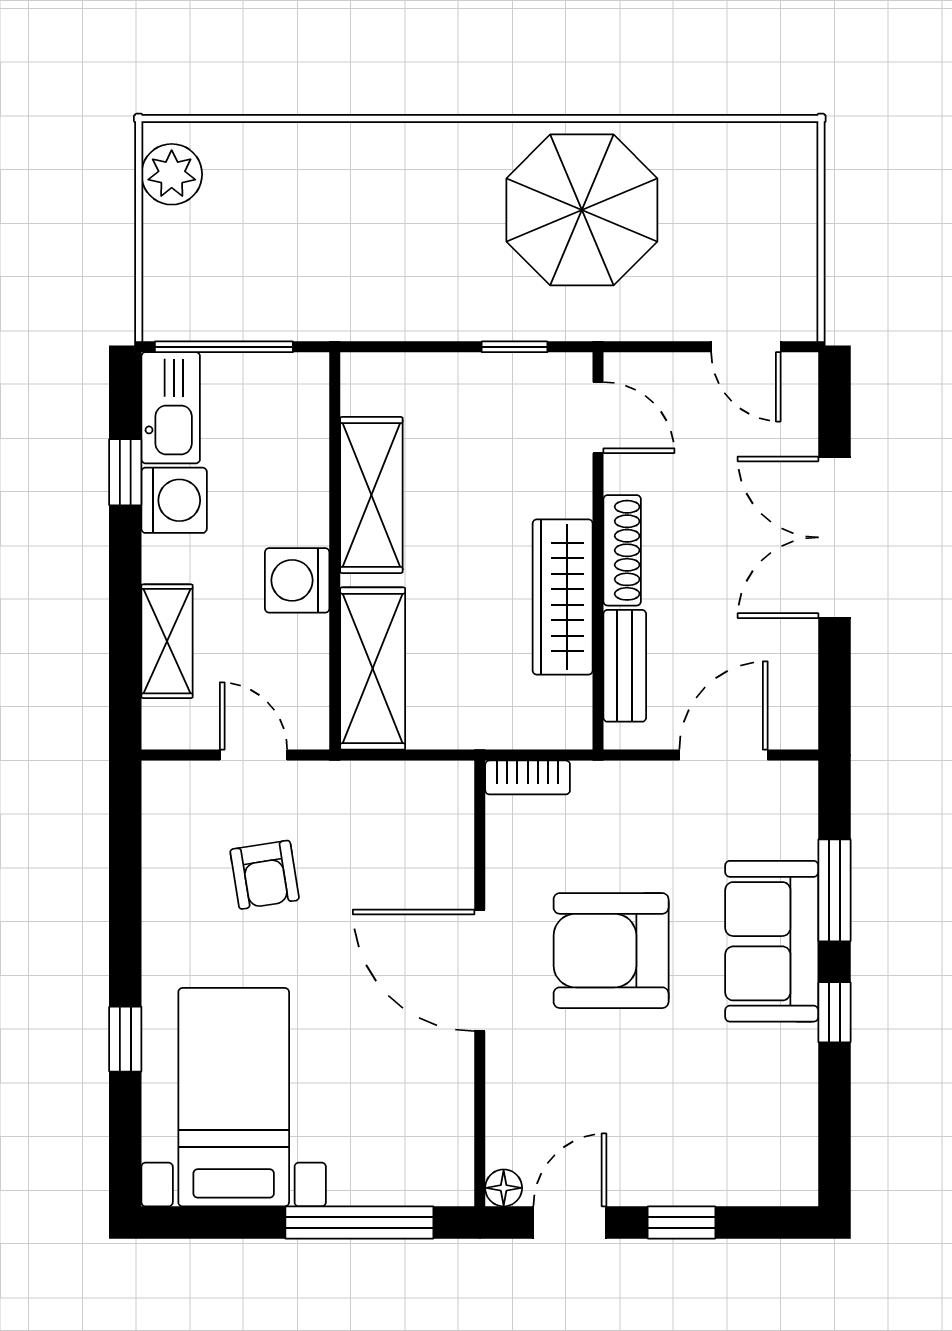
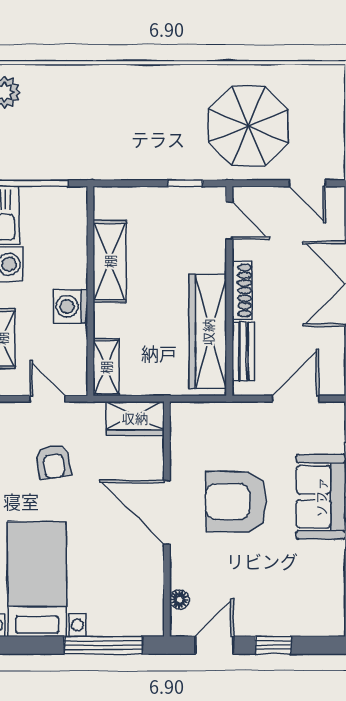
parasol: (582, 210) -> (248, 126), moved
wardrobe: (563, 597) -> (208, 332), width x1.40, depth x1.17
shelving: (373, 668) -> (106, 367), width x0.67, depth x0.75
bookcase: (528, 777) -> (192, 410), removed
wardrobe: (419, 792) -> (135, 418), added
floor lamp: (504, 1188) -> (179, 600), moved

